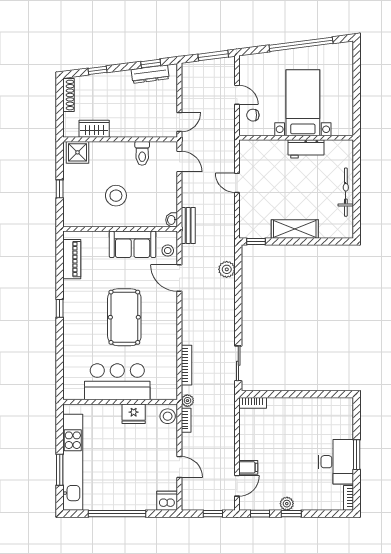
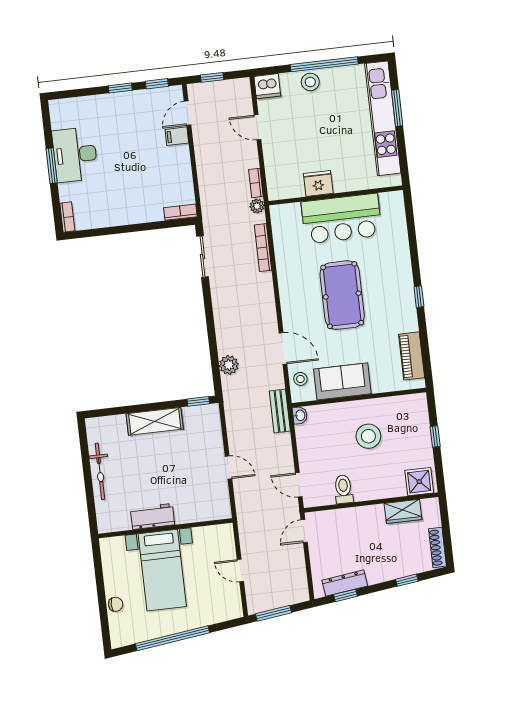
chair: (253, 115) -> (116, 604), moved
stool: (168, 416) -> (310, 82), moved
bookcase: (348, 498) -> (67, 217), moved
plant: (287, 504) -> (127, 99), removed

